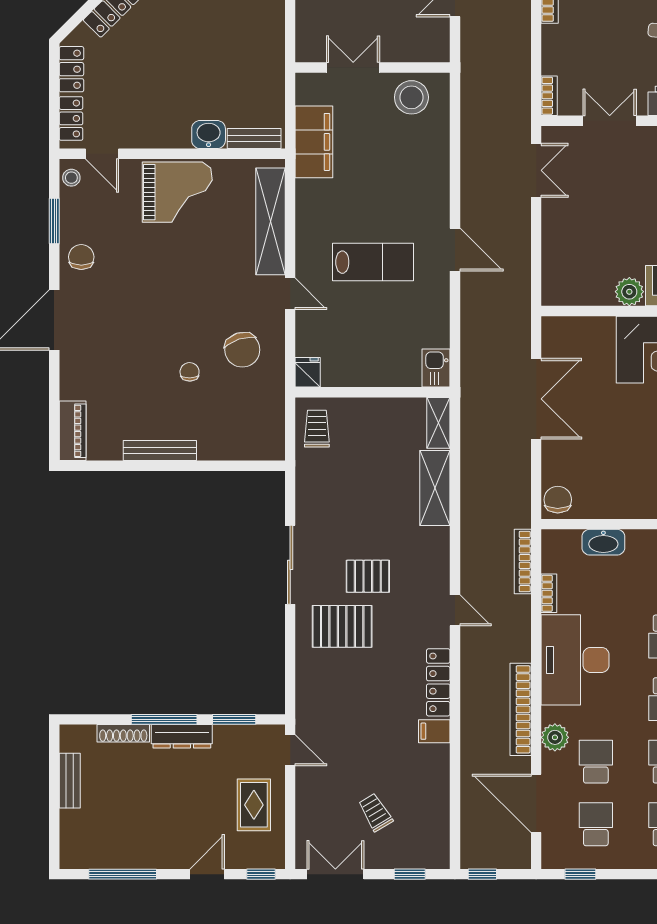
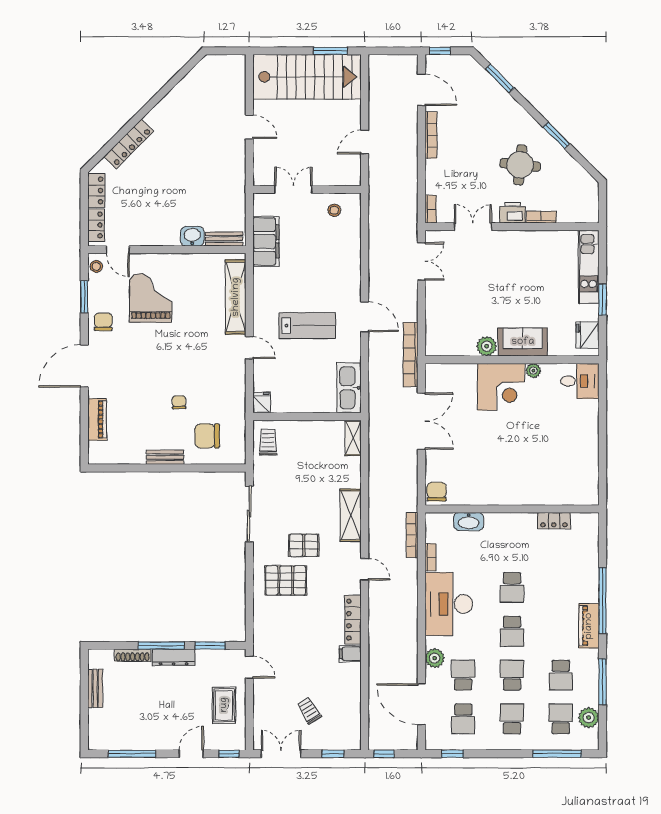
stool: (411, 97) -> (334, 210), width x0.53, depth x0.53
grand piano: (177, 192) -> (151, 298), moved, turned -90
chair: (242, 350) -> (207, 436), moved, turned 108
kitchen sink: (436, 368) -> (349, 388), width x1.87, depth x1.24
piano: (73, 431) -> (97, 419), moved
bench: (160, 450) -> (165, 457), width x0.73
shelving: (435, 488) -> (351, 515), moved
sliding door: (290, 565) -> (249, 514), moved
bookcase: (521, 709) -> (411, 355), moved
school desk: (596, 824) -> (463, 719), turned 180

